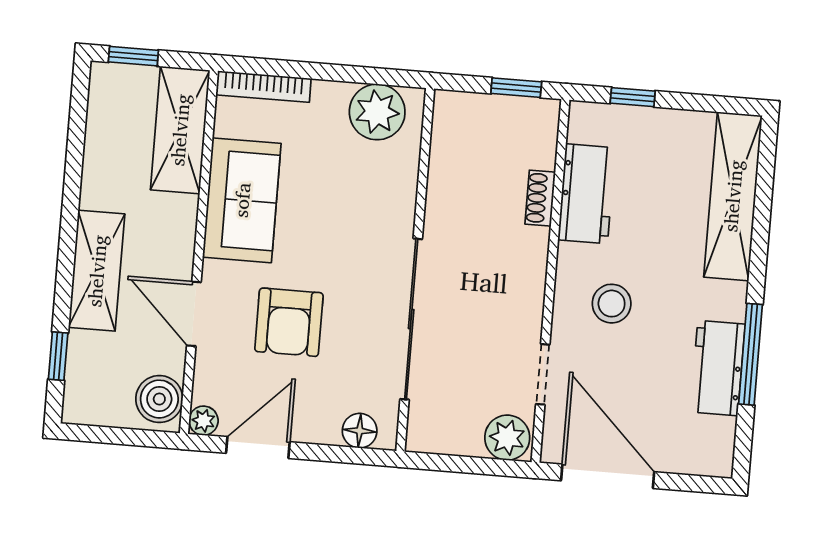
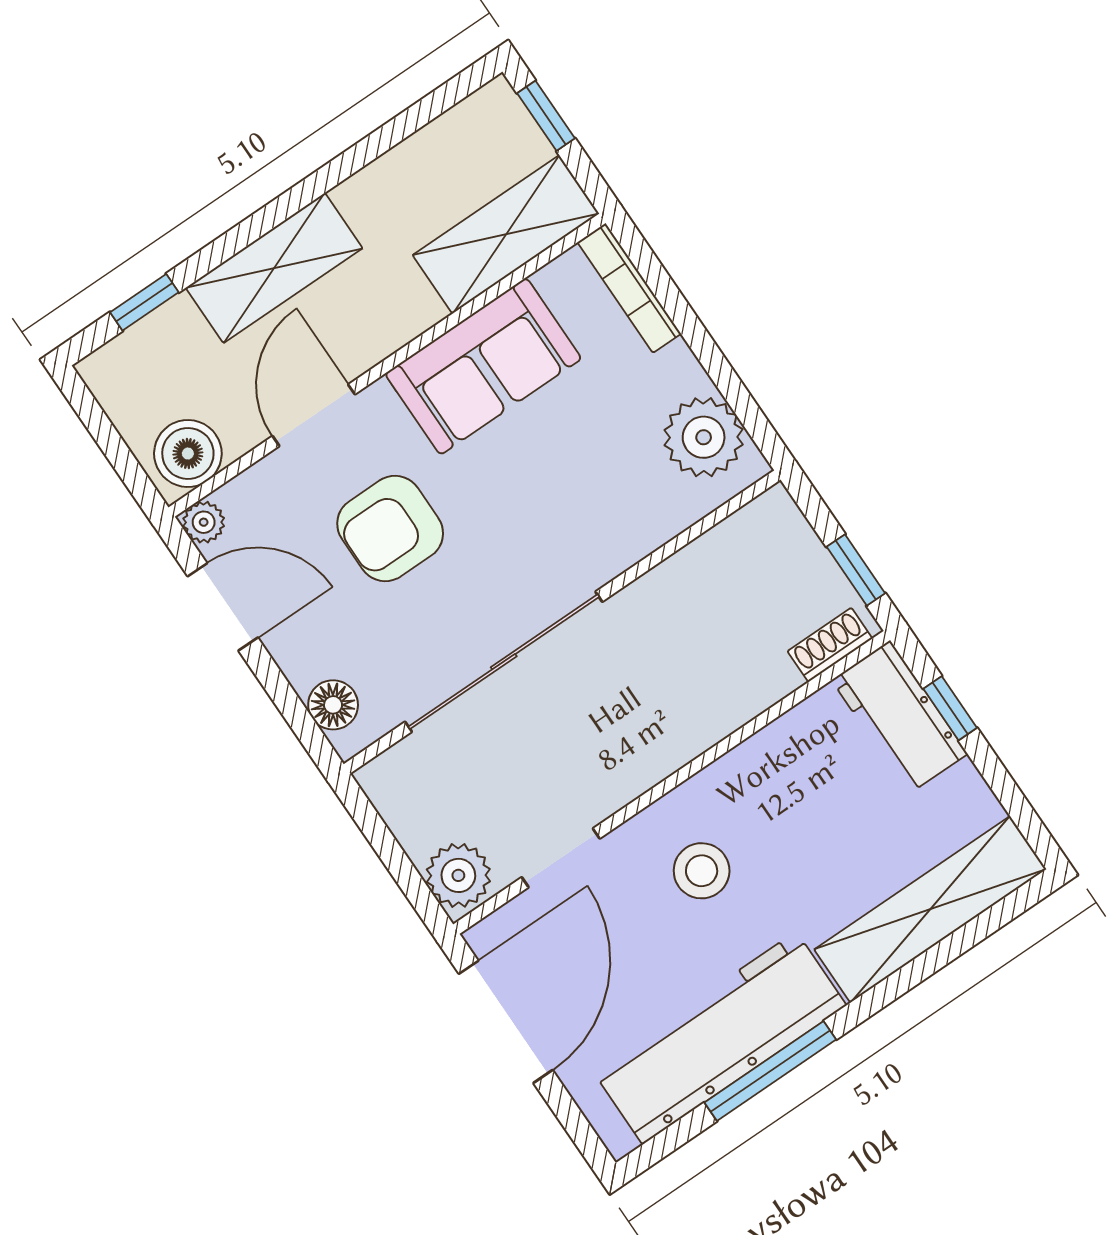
workbench: (587, 194) -> (900, 717), moved, turned 90
shoe rack: (540, 198) -> (830, 645), moved
workbench: (718, 368) -> (719, 1038), width x1.88, depth x1.32

